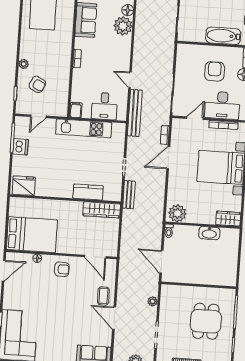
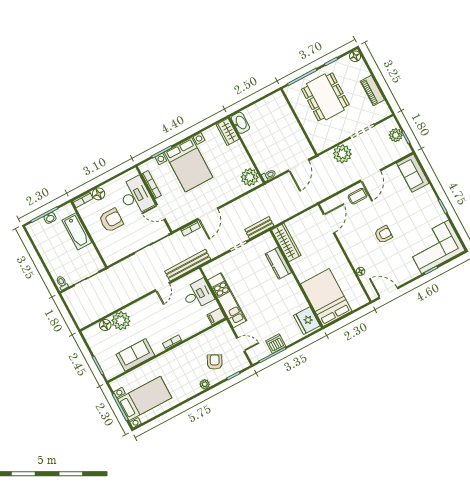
armchair: (215, 71) -> (111, 220), turned 180
door: (168, 158) -> (208, 214), hinge flipped
washbasin: (209, 233) -> (240, 123), moved
bed: (32, 235) -> (326, 297), moved
armchair: (62, 269) -> (383, 234), moved, turned 90
plant: (153, 301) -> (342, 154), width x1.88, depth x1.88
dining table: (206, 321) -> (325, 97), width x1.38

